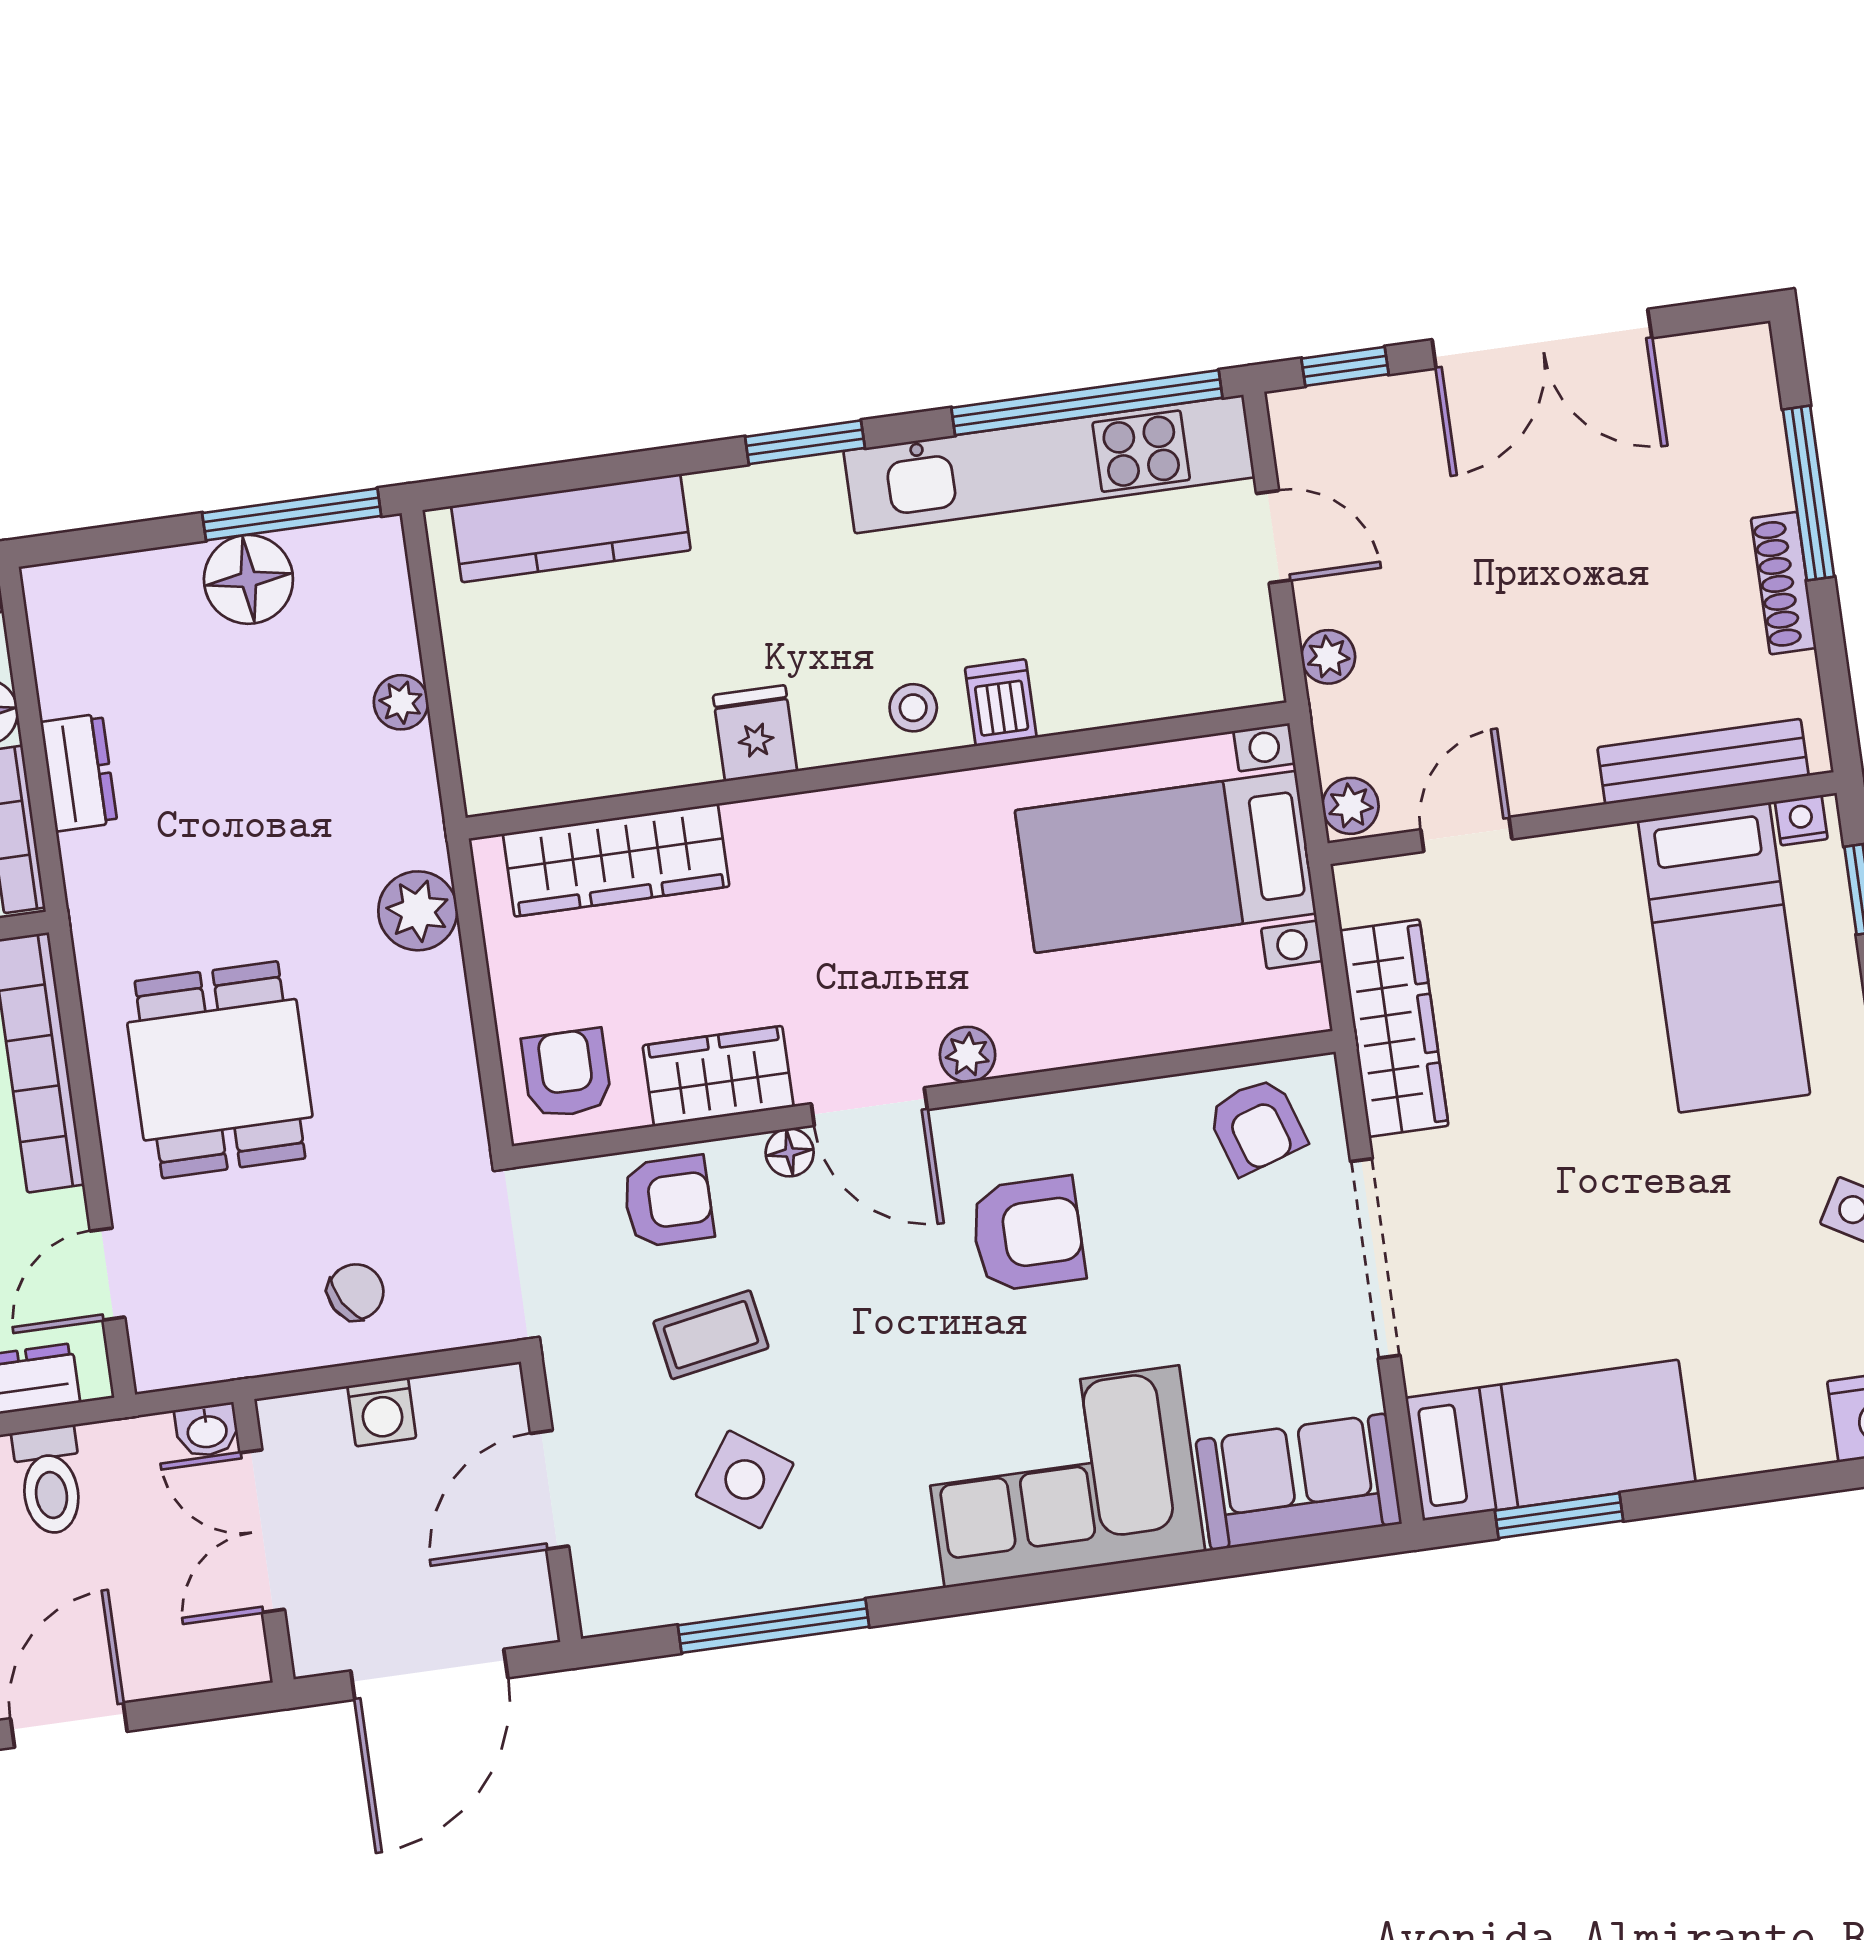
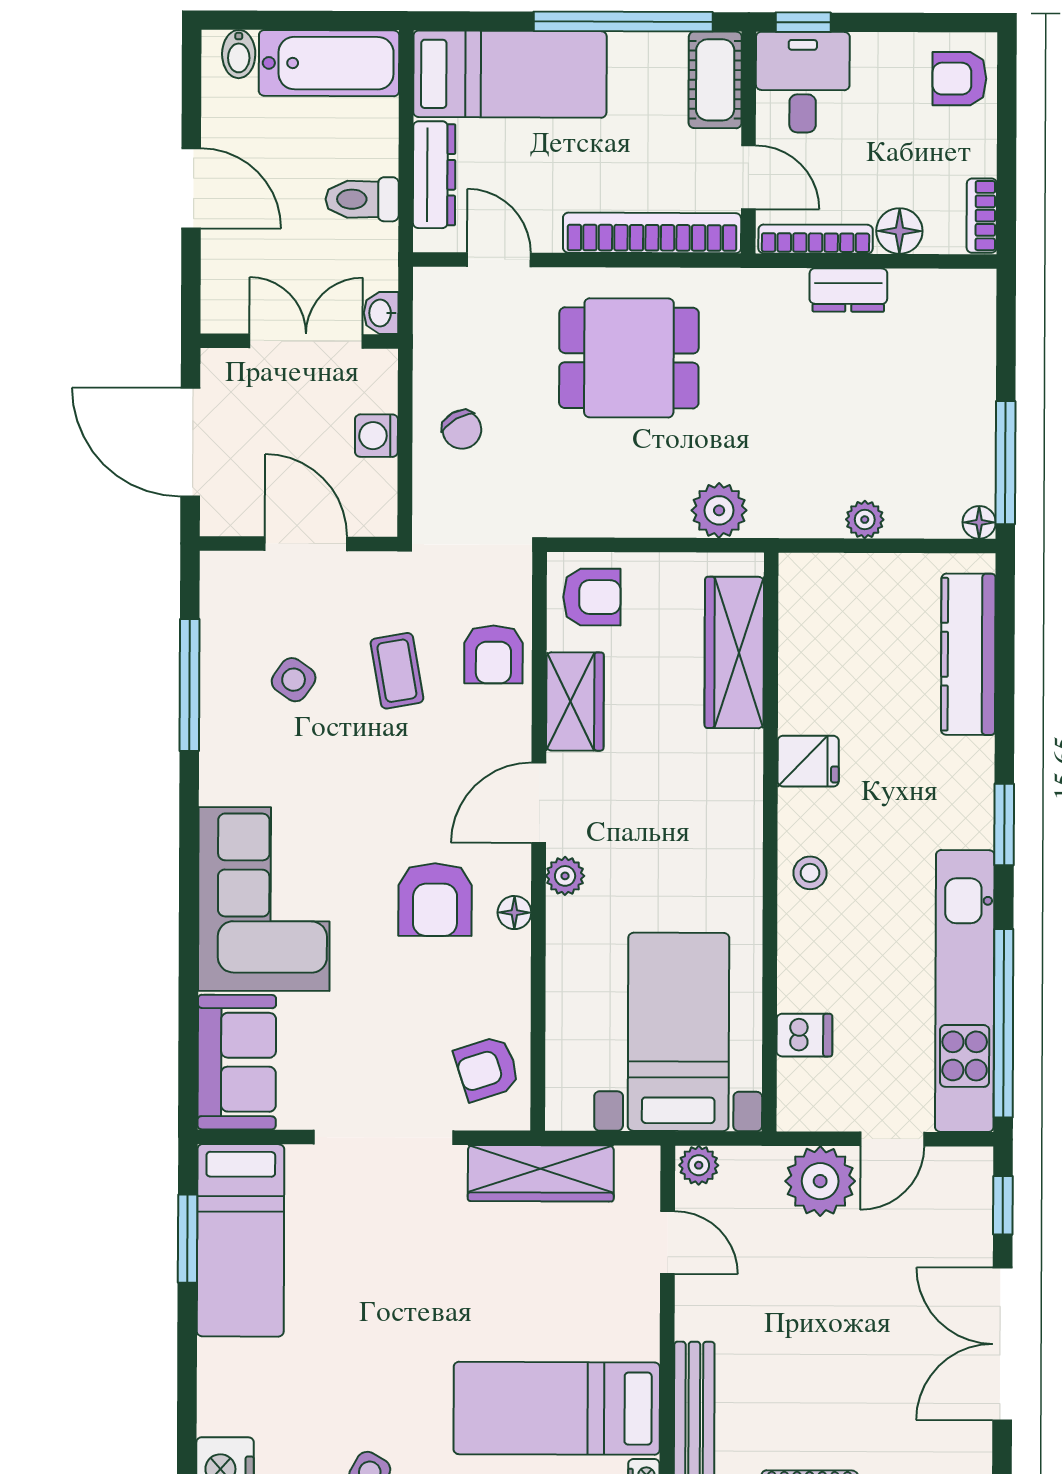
floor lamp: (248, 579) -> (979, 522), moved, width x0.53, depth x0.53
plant: (1328, 657) -> (820, 1181), width x1.87, depth x1.87
dishwasher: (1001, 703) -> (804, 1035), moved
floor lamp: (790, 1152) -> (514, 913), moved
side table: (745, 1479) -> (294, 680), width x0.73, depth x0.73

